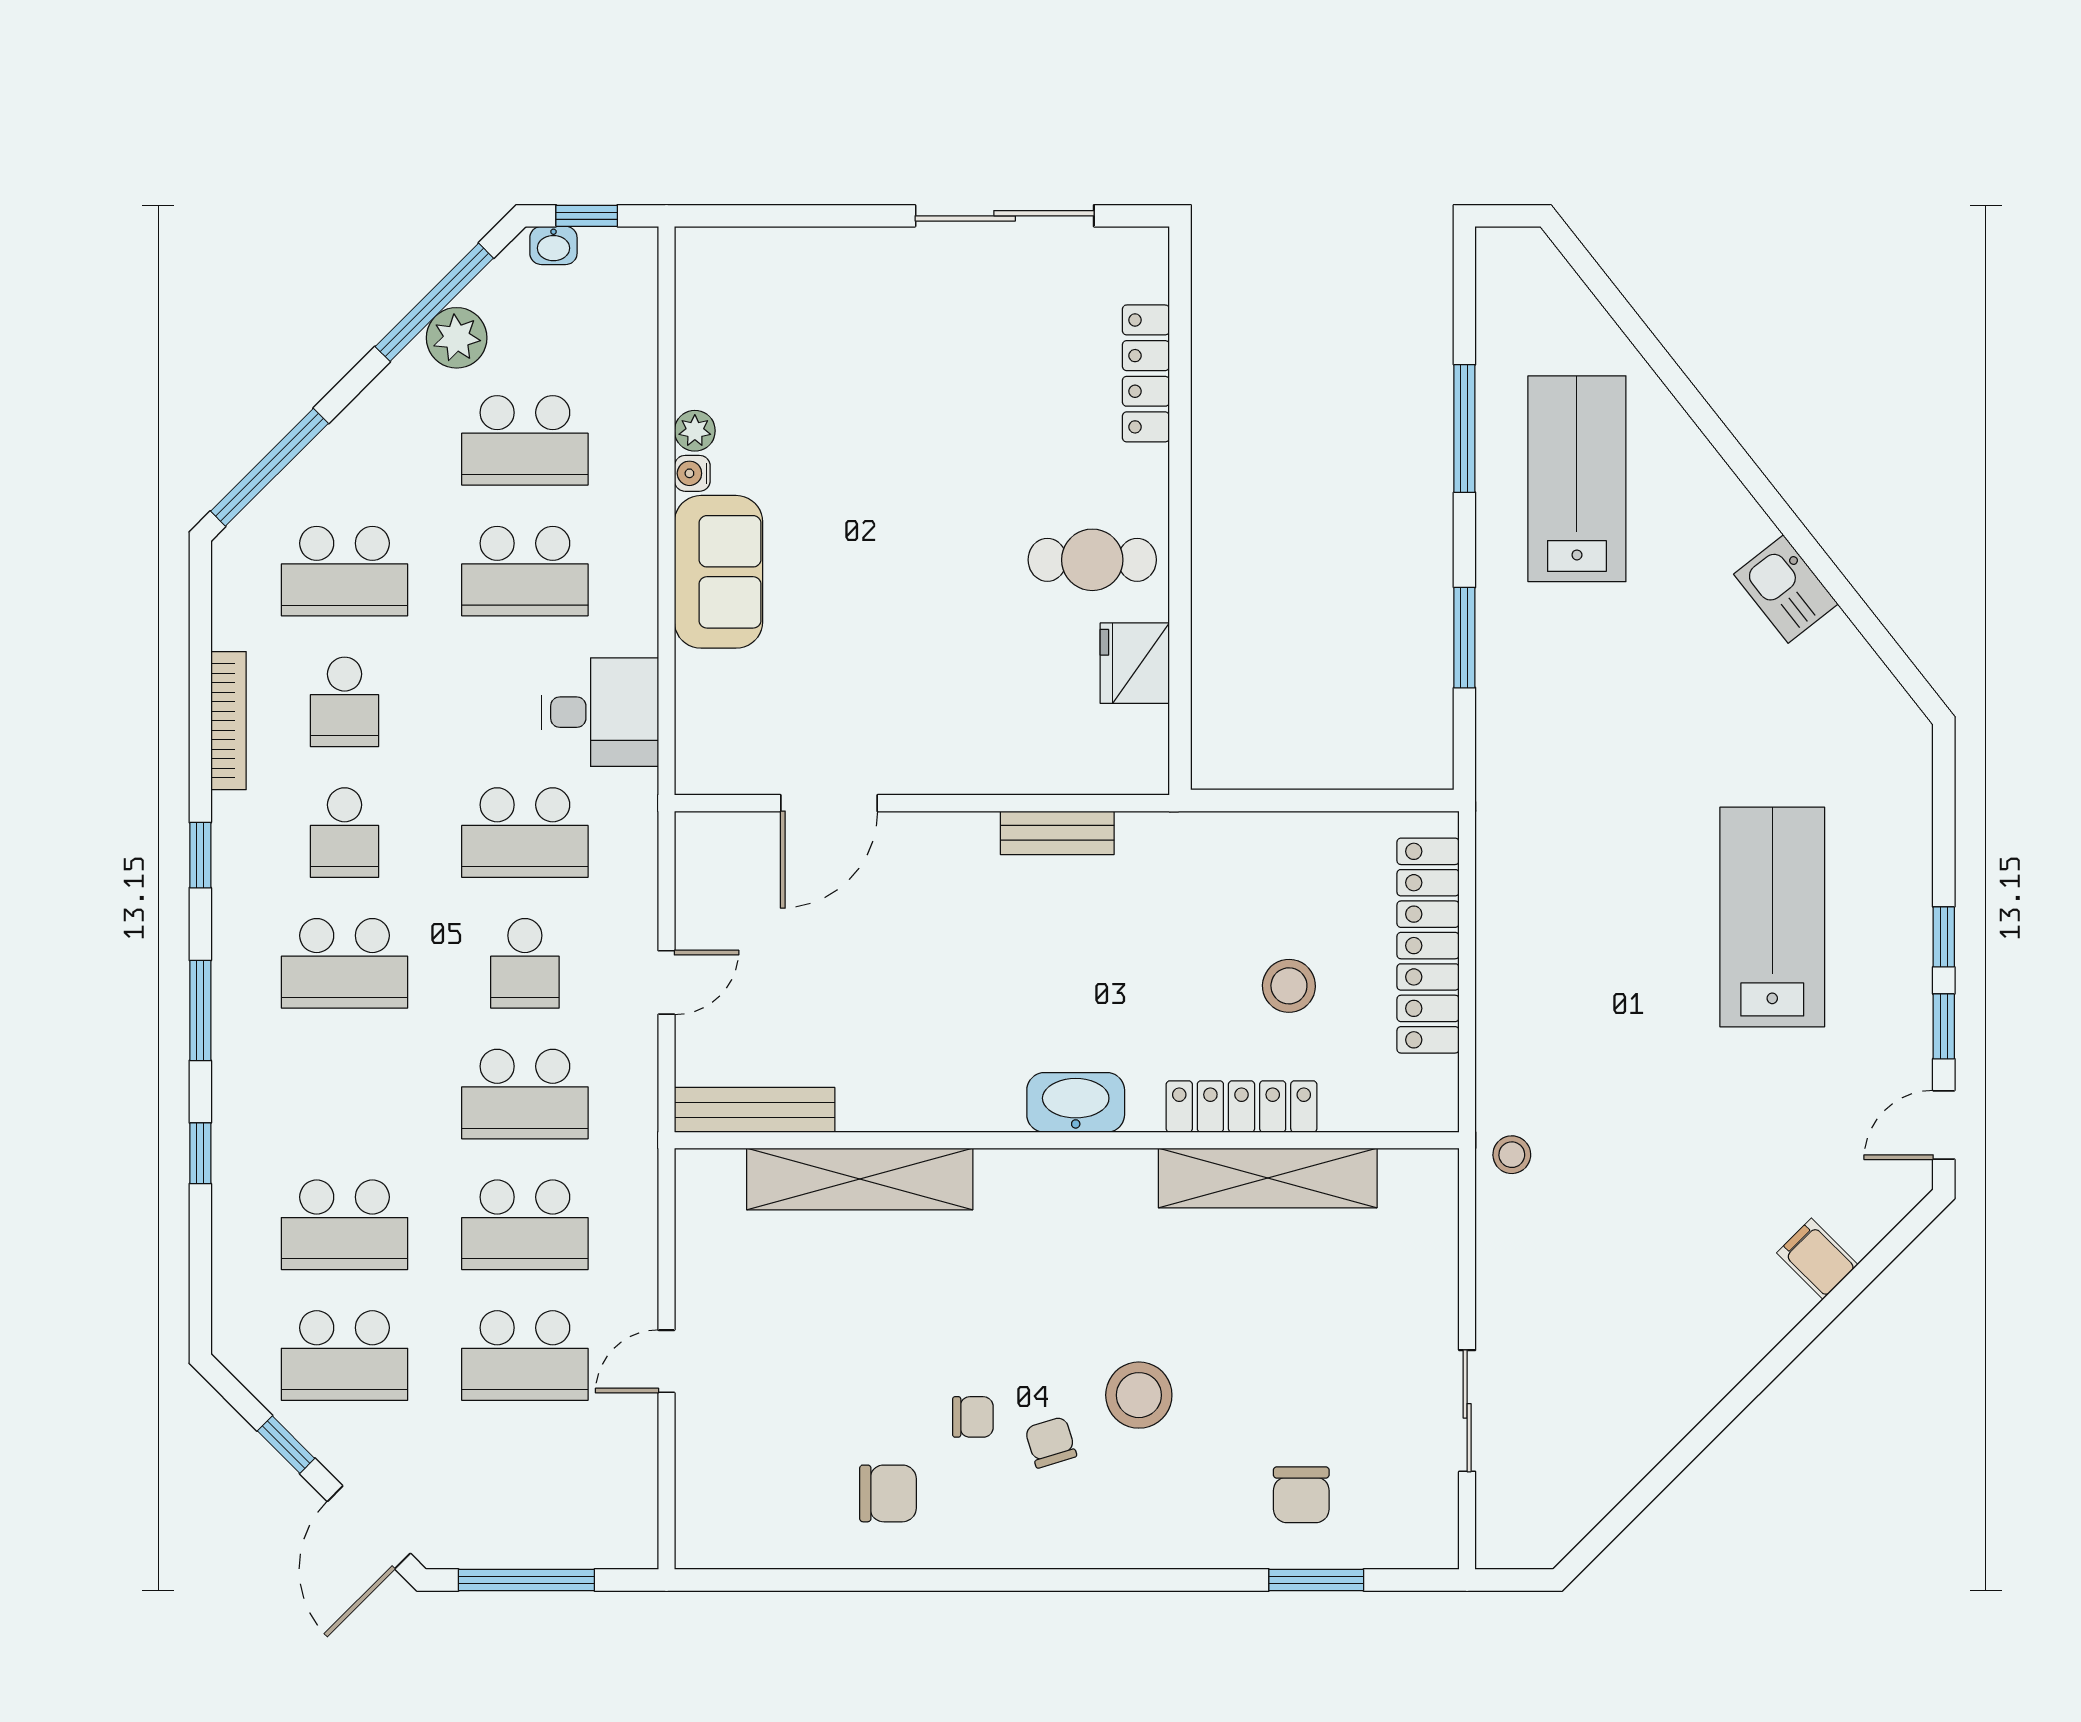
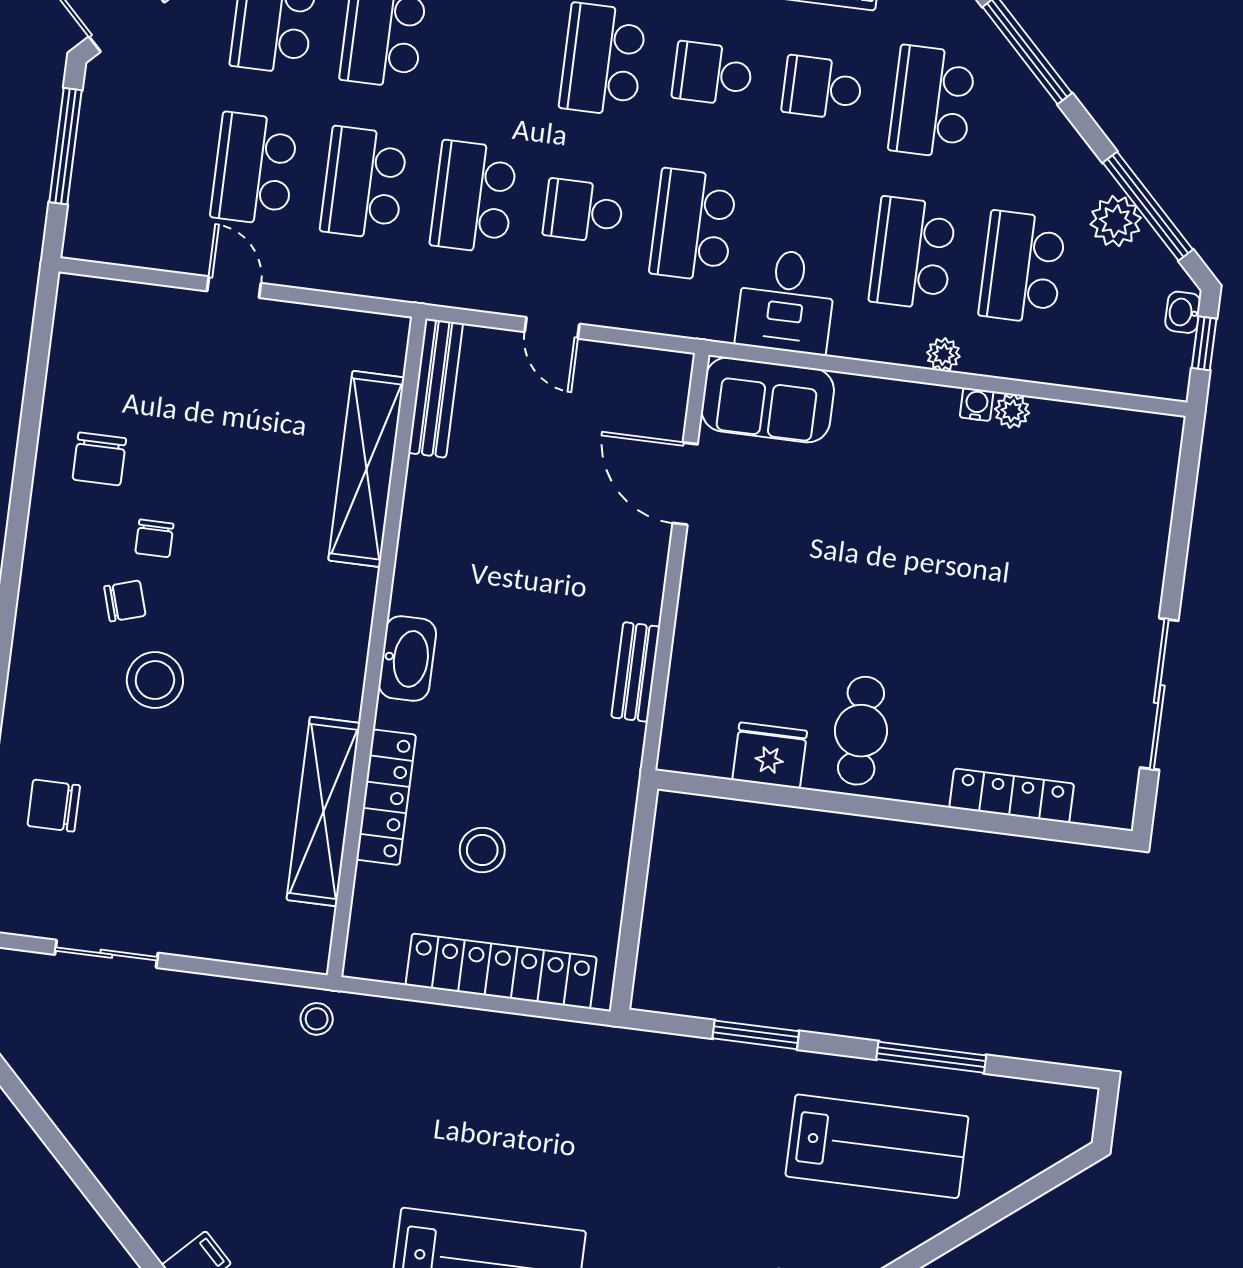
plant: (639, 520) -> (943, 354), added
sofa: (719, 572) -> (768, 400), moved

